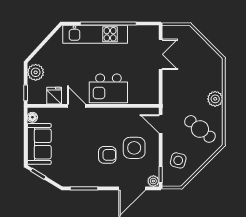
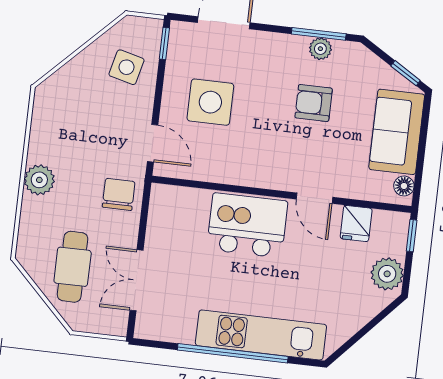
chair: (175, 96) -> (119, 194), added
cafe table: (200, 129) -> (73, 267), moved, turned 51
armchair: (107, 155) -> (314, 103), moved
plant: (153, 181) -> (320, 49), moved

